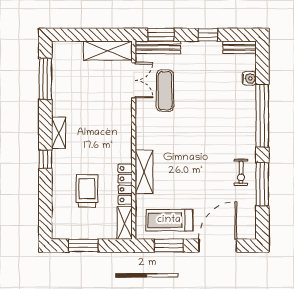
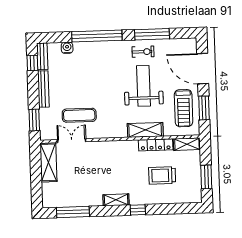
window: (208, 35) -> (32, 63), moved
bench: (158, 47) -> (43, 89), moved
weight bench: (199, 171) -> (144, 86), added

